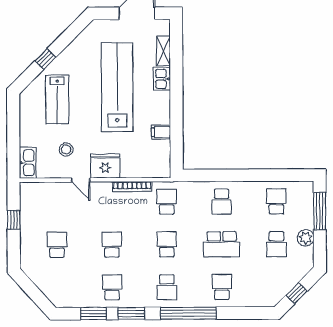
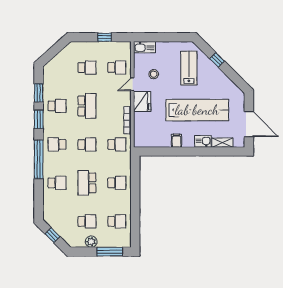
lab bench: (57, 99) -> (189, 68), turned 90
filing cabinet: (161, 132) -> (176, 141), moved
school desk: (57, 202) -> (117, 68), added
school desk: (222, 202) -> (117, 183), turned 180
school desk: (277, 244) -> (87, 221), turned 180
school desk: (112, 245) -> (87, 106), width x1.85

